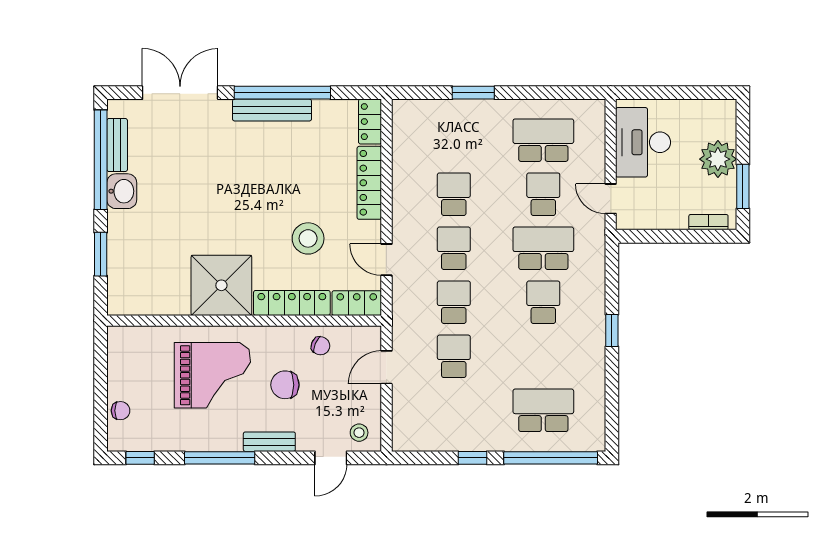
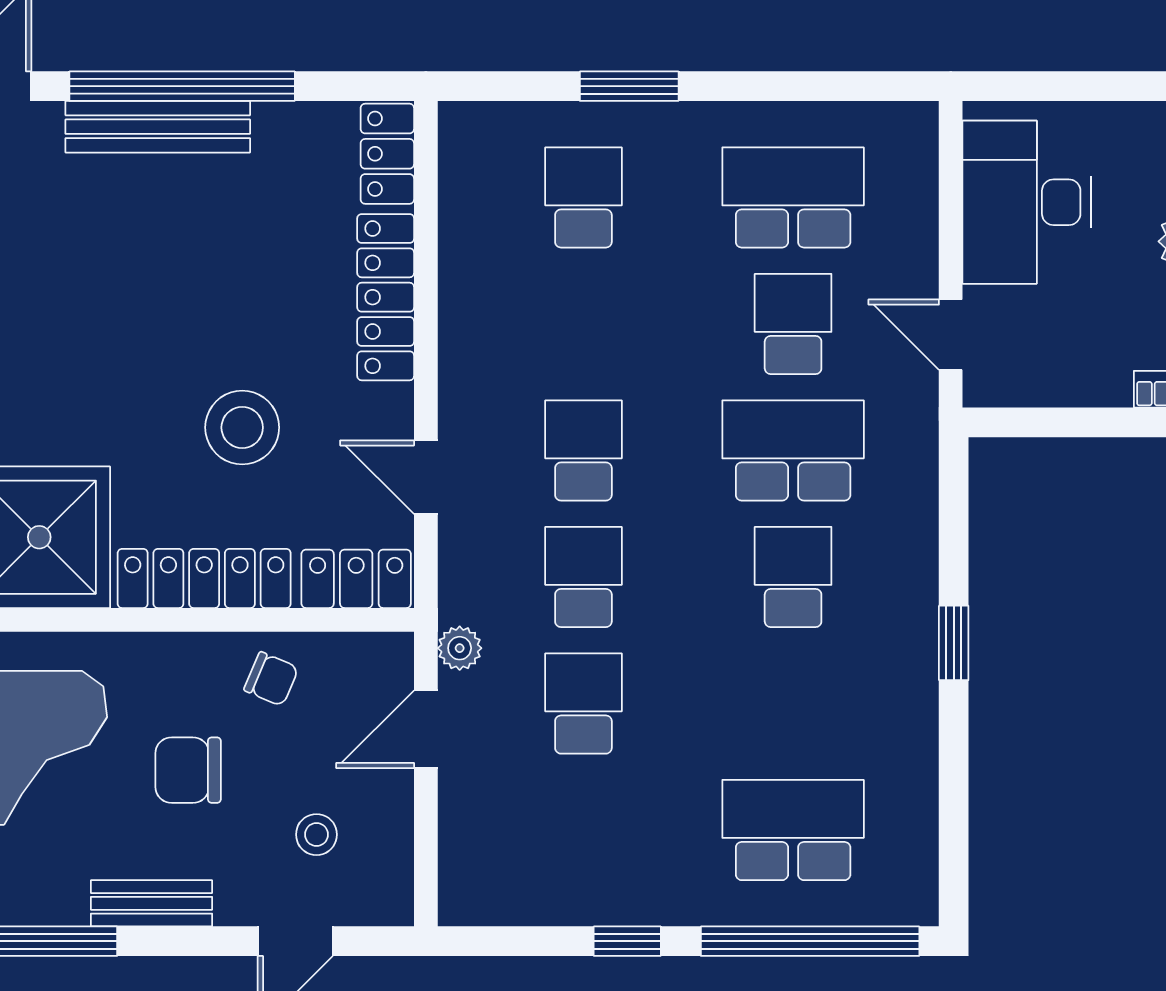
school desk: (454, 194) -> (583, 197), moved
plant: (401, 333) -> (460, 648), added
stool: (359, 433) -> (316, 835), moved

